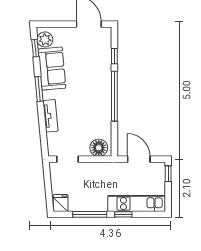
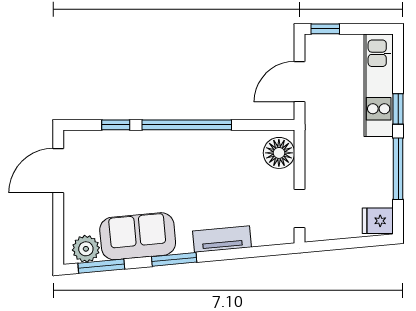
window: (35, 48) -> (101, 266), width x1.50

